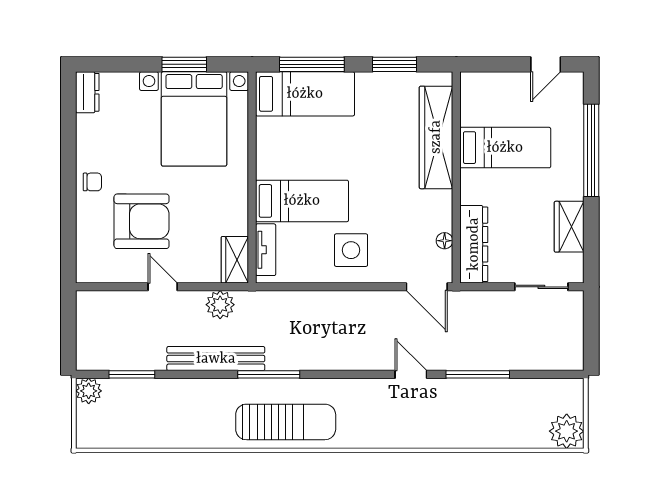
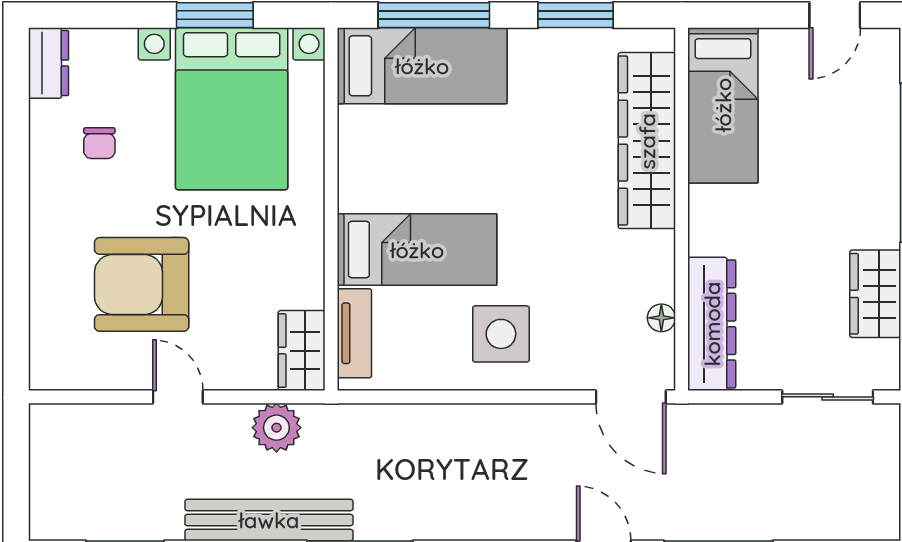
bed: (505, 148) -> (723, 105), moved, turned 90
chair: (92, 182) -> (99, 143), moved, turned 90
armchair: (142, 221) -> (142, 284), turned 180

